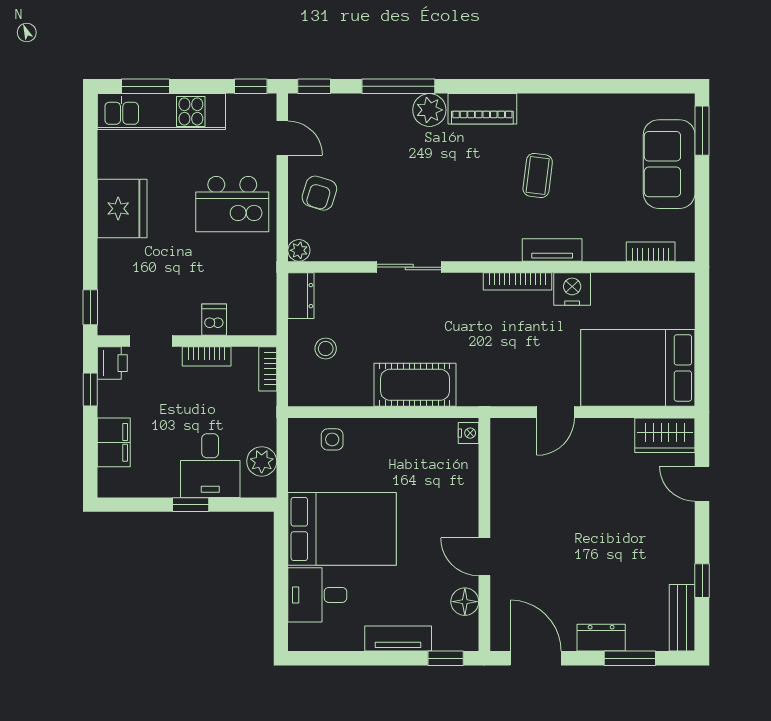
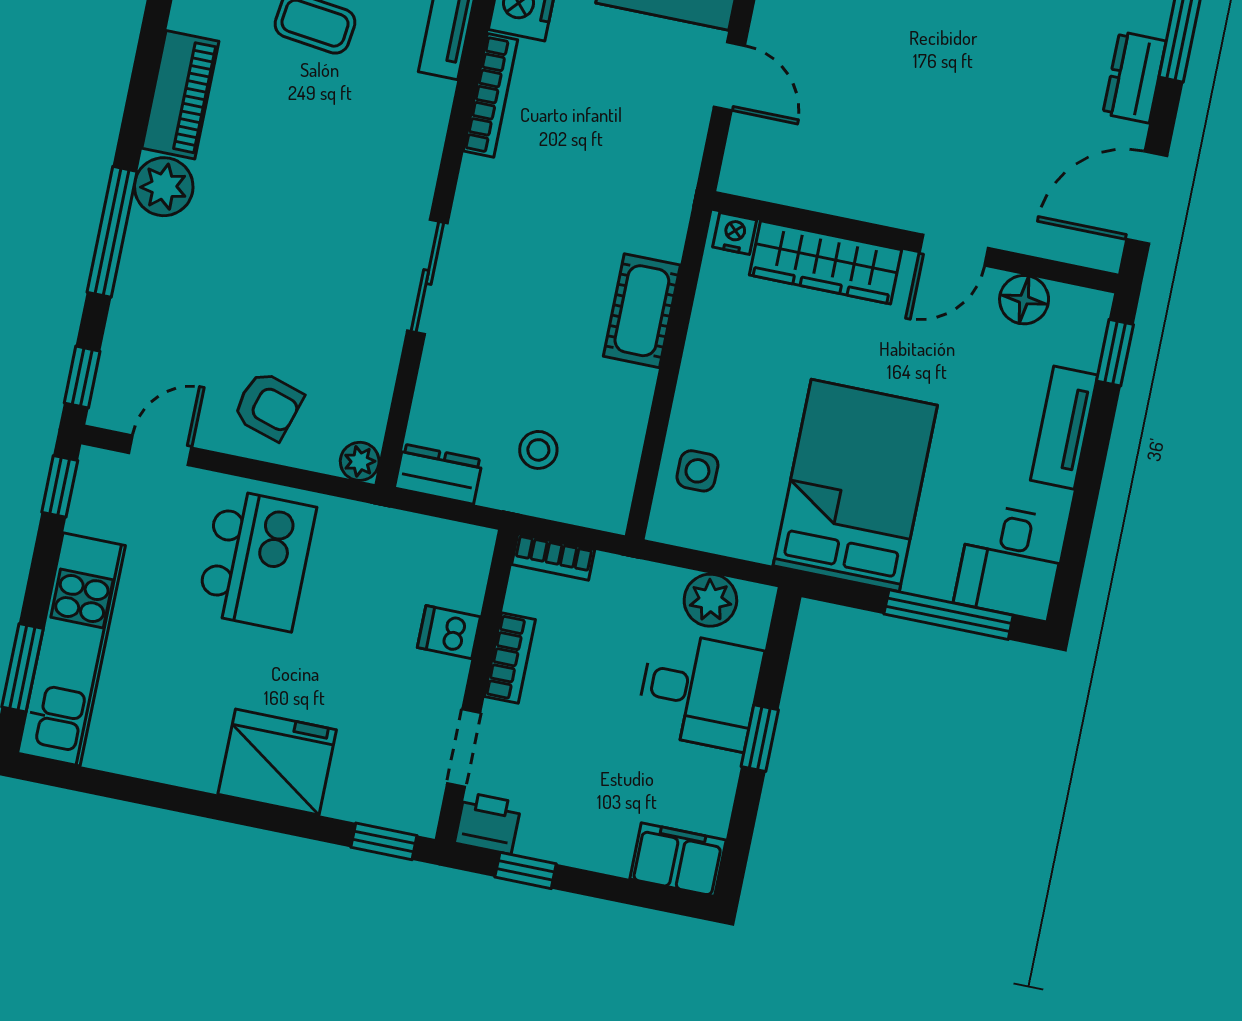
fridge: (122, 209) -> (277, 762), moved
cot: (415, 385) -> (642, 311), width x0.73, depth x0.75
filing cabinet: (114, 442) -> (678, 860), moved
wardrobe: (463, 487) -> (825, 262), added
desk: (317, 595) -> (1010, 562), moved
window: (281, 596) -> (949, 615), added

